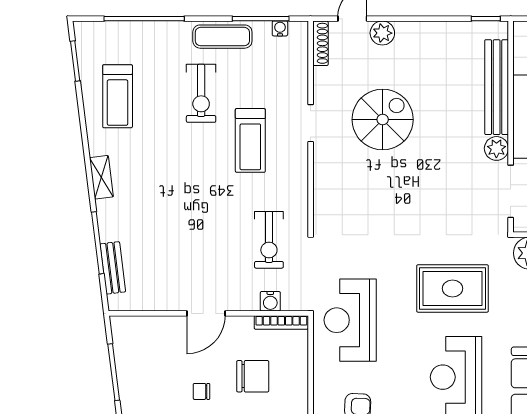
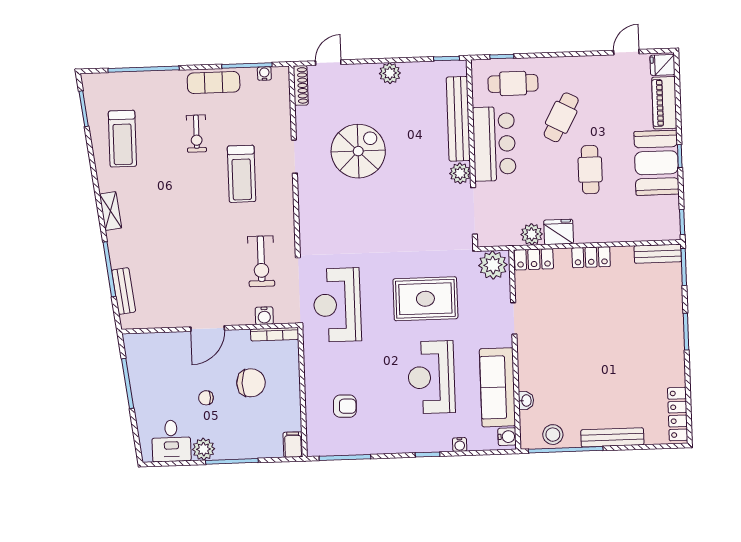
plant: (382, 33) -> (390, 73), moved
exercise bike: (201, 93) -> (196, 134), width x0.73, depth x0.72
reception desk: (350, 320) -> (337, 305), moved

